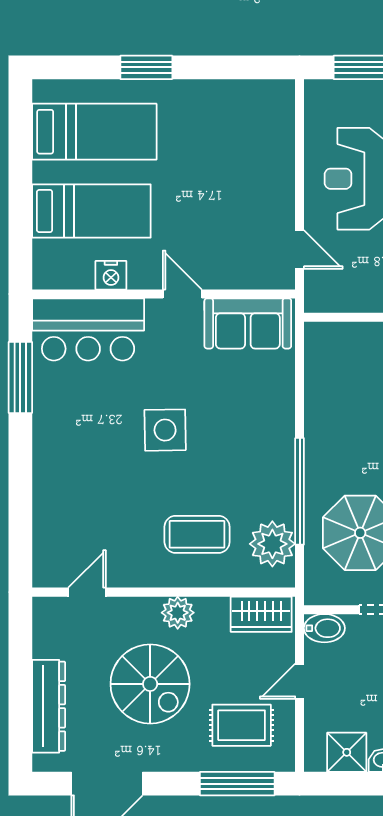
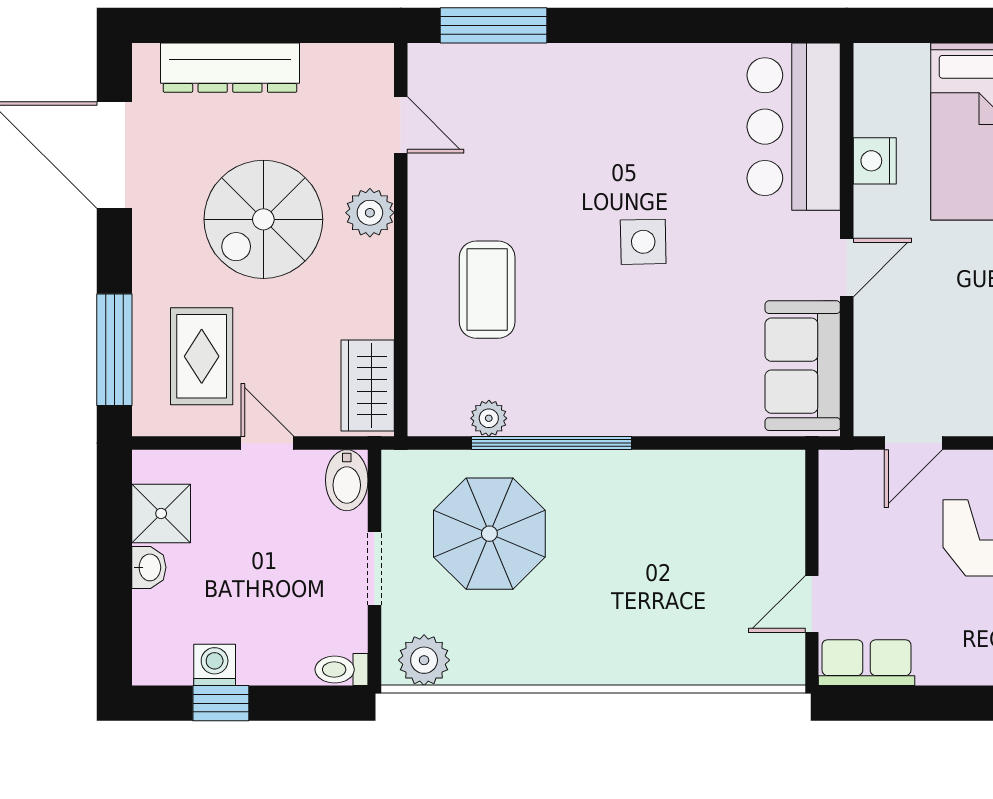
window: (20, 377) -> (493, 25), moved
side table: (165, 430) -> (643, 242), width x0.73, depth x0.73
plant: (272, 544) -> (489, 418), width x0.53, depth x0.53
plant: (178, 613) -> (370, 213), moved

